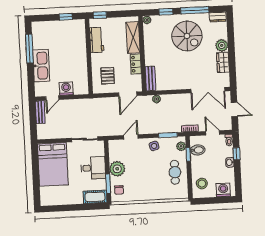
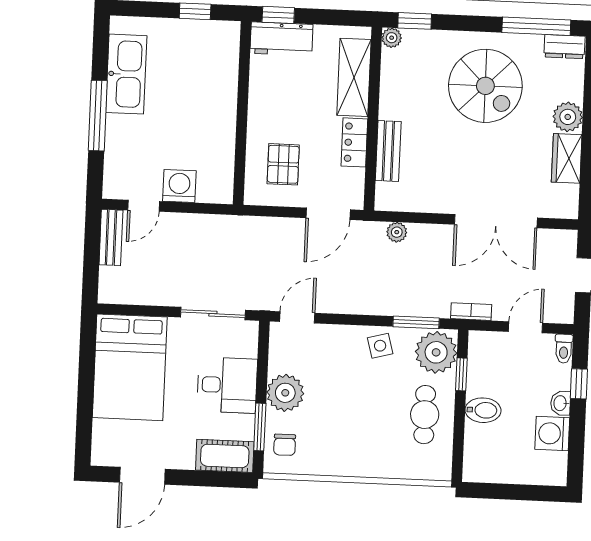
window: (195, 10) -> (536, 26), moved
window: (166, 12) -> (415, 21), moved
workbench: (97, 40) -> (281, 39), moved, turned 90
window: (29, 49) -> (98, 116), moved
kitchen sink: (41, 66) -> (126, 74), moved
bench: (150, 79) -> (388, 151), moved
double door: (208, 90) -> (496, 221), moved
door: (213, 133) -> (526, 327), hinge flipped
door: (131, 137) -> (297, 317), moved
plant: (181, 146) -> (436, 352), width x1.87, depth x1.87
bidet: (198, 150) -> (483, 410), moved
stool: (202, 184) -> (488, 448), removed
washing machine: (223, 190) -> (552, 433), moved, turned -90
door: (62, 208) -> (142, 476), added

